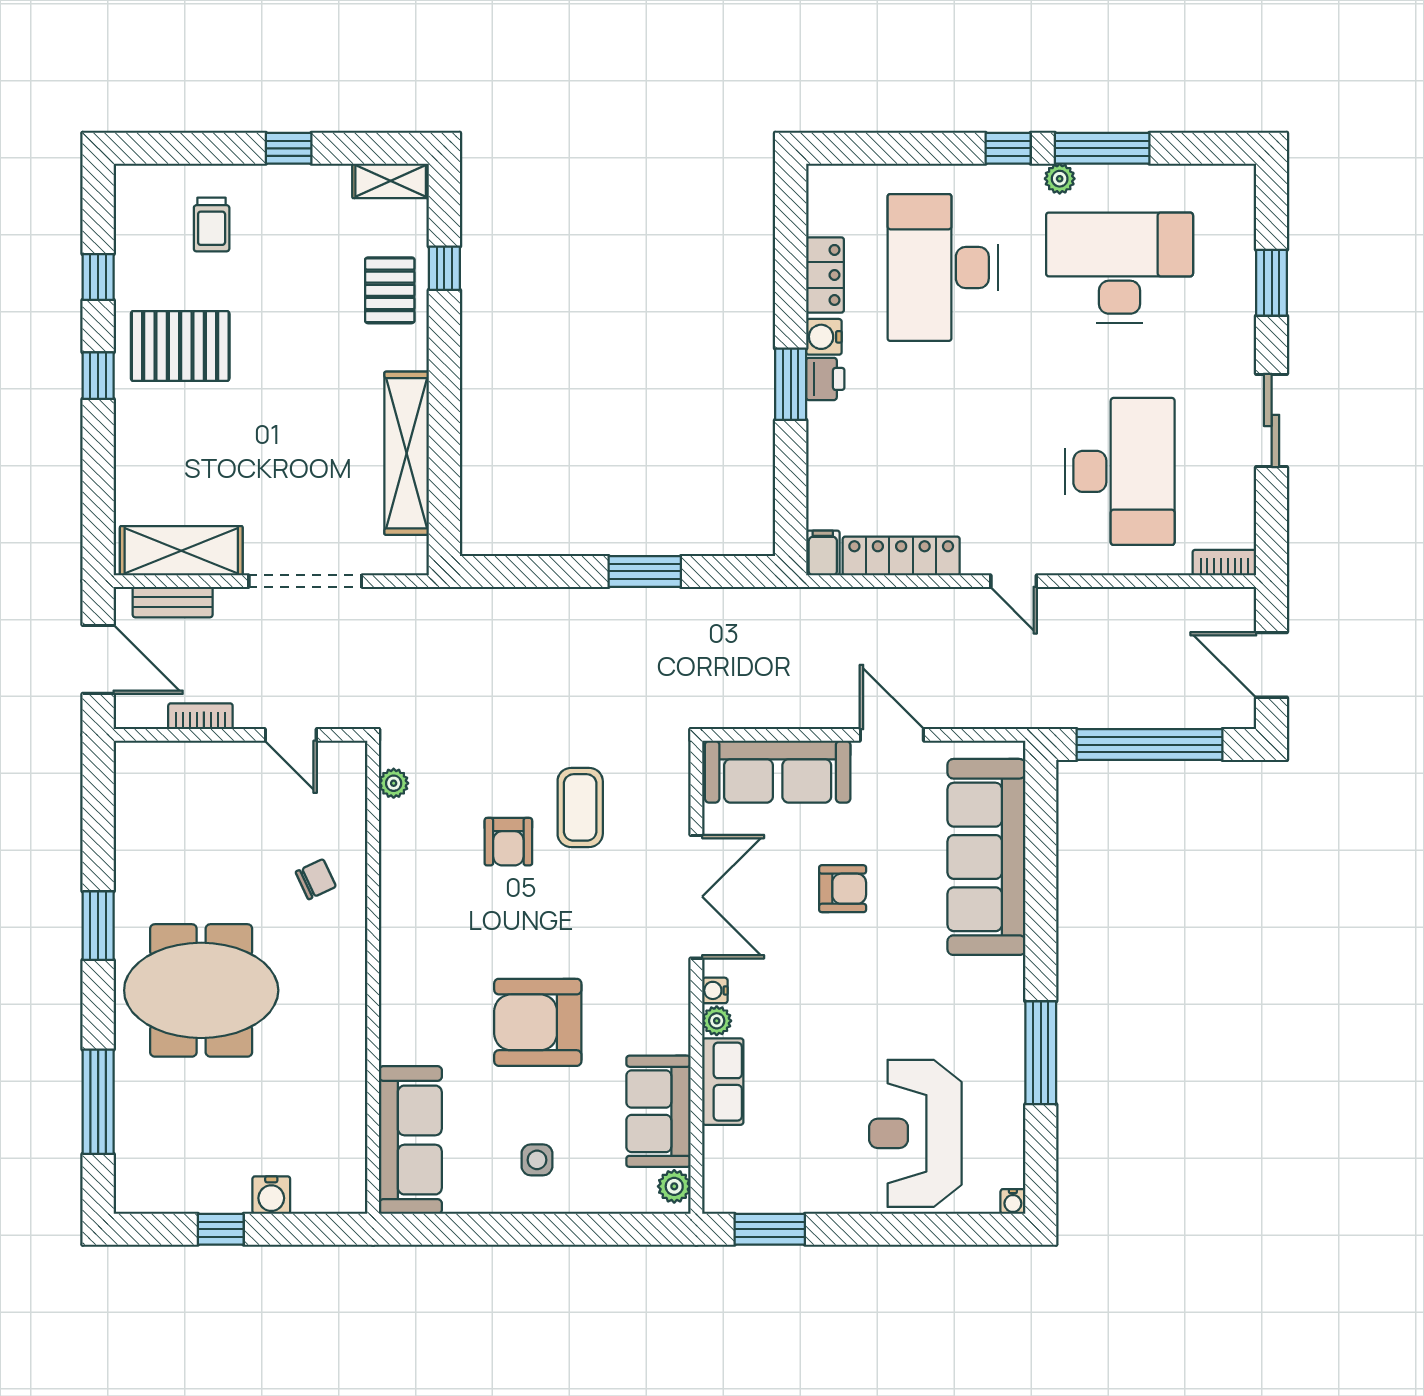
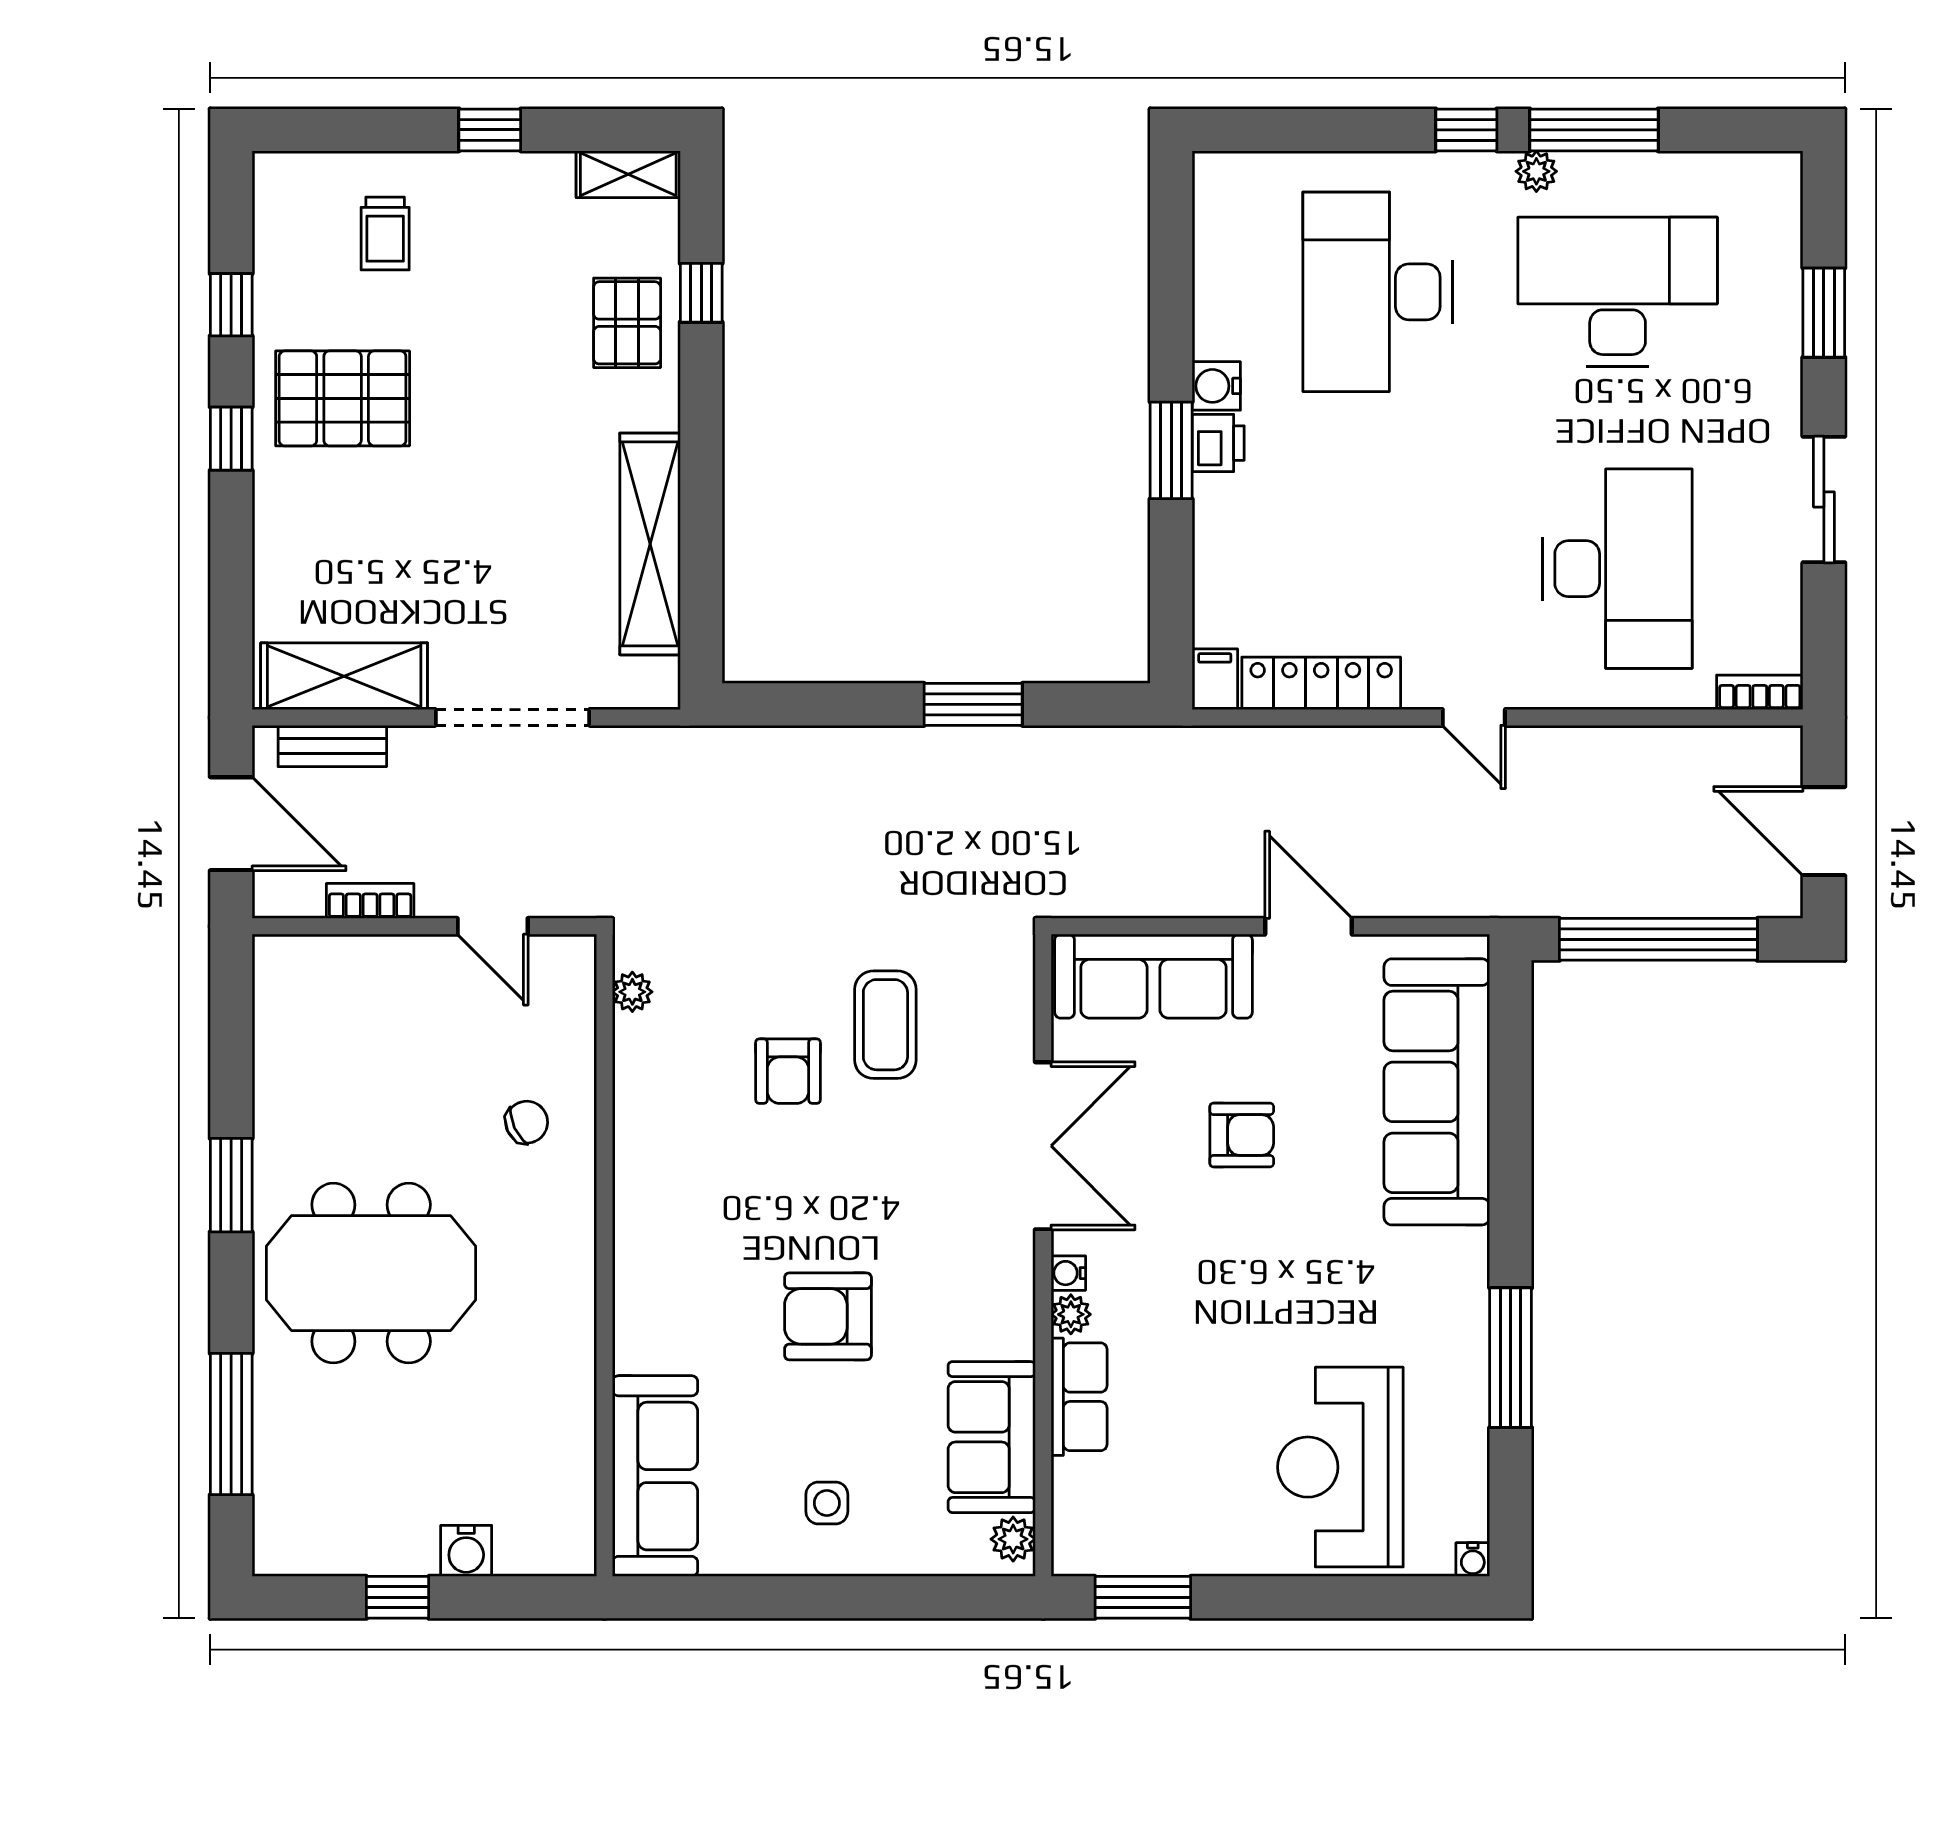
locker: (825, 275) -> (1218, 302), removed
armchair: (538, 1022) -> (828, 1316), width x0.73, depth x0.73

